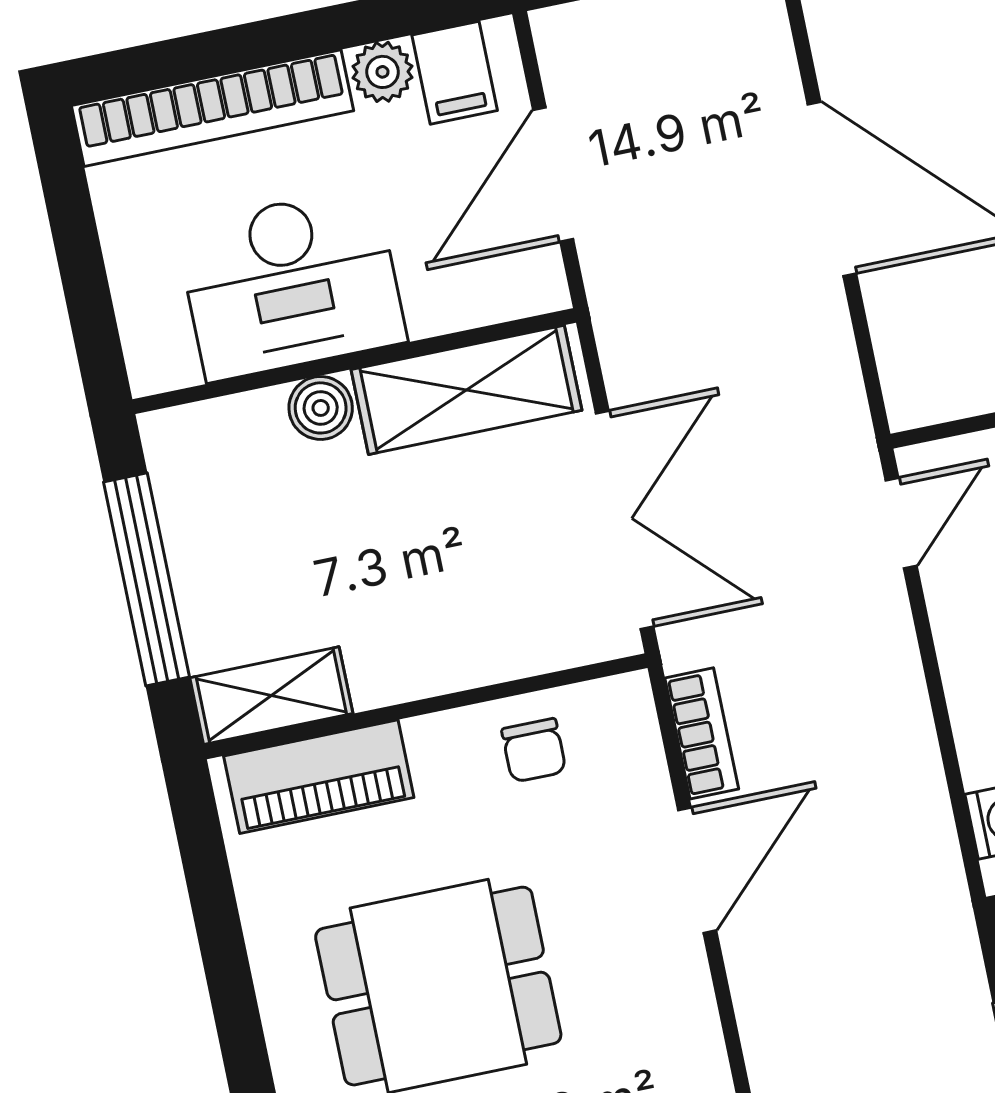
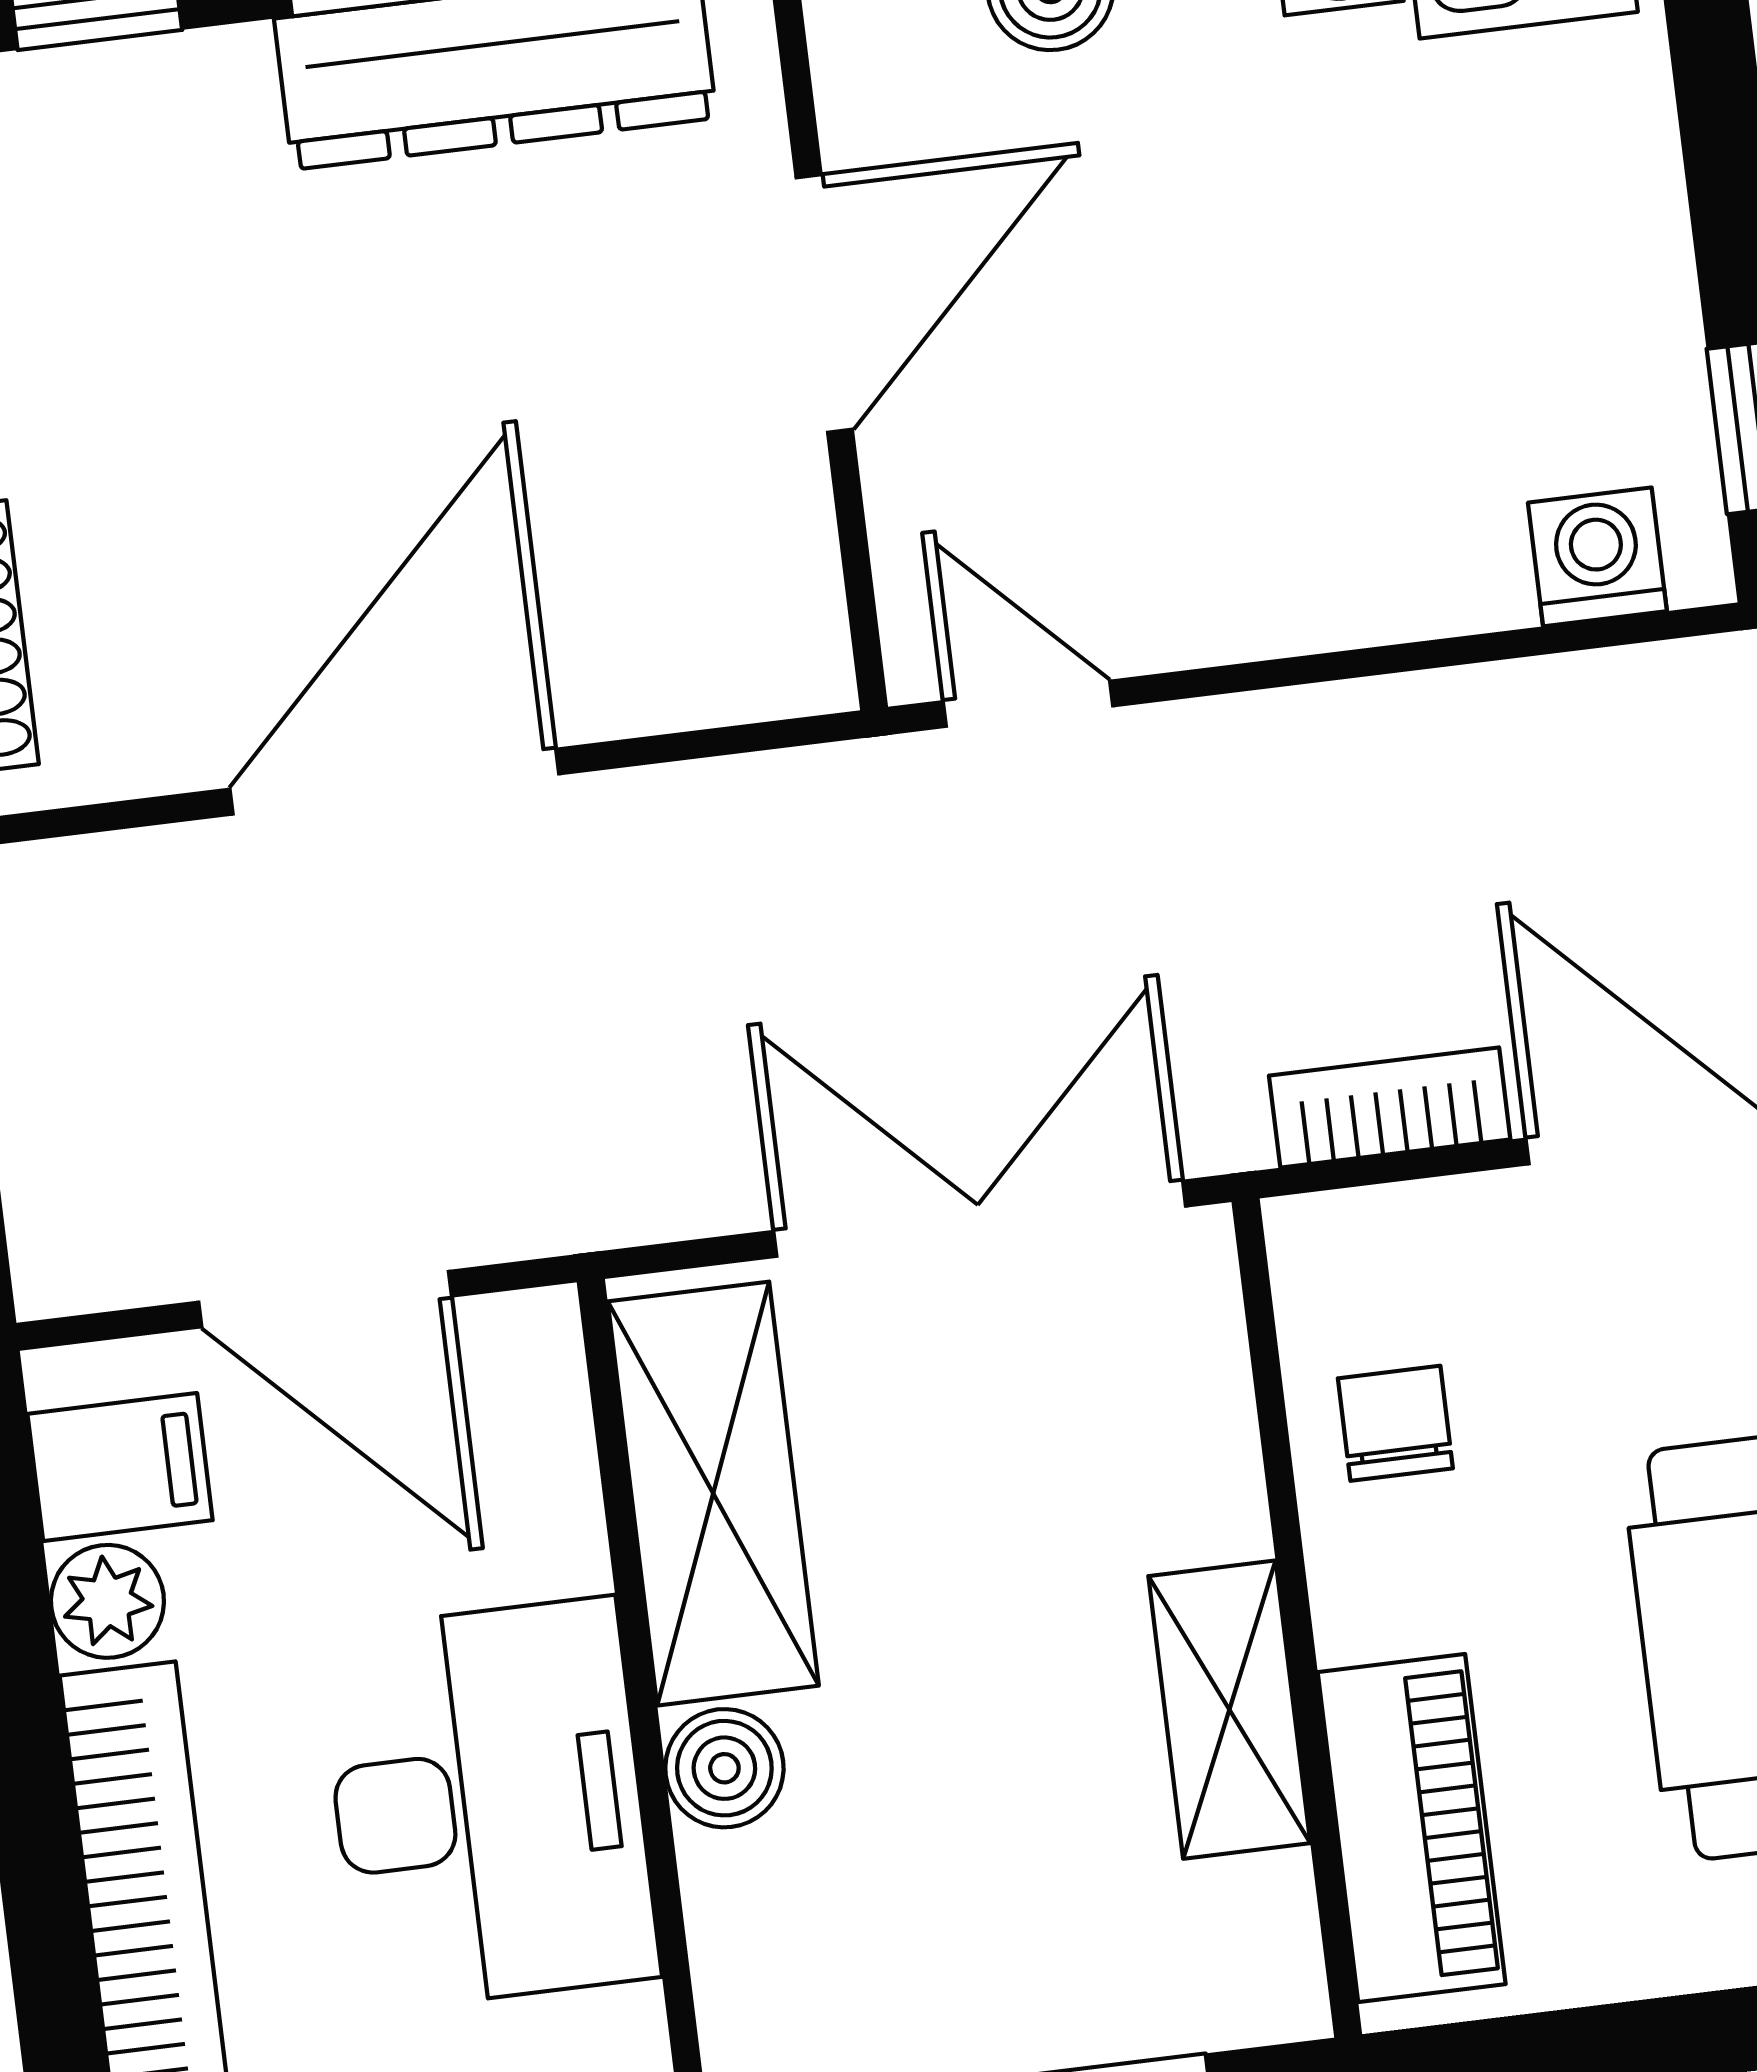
shelving: (271, 696) -> (1229, 1710), moved
chair: (534, 750) -> (1395, 1423), turned -90

